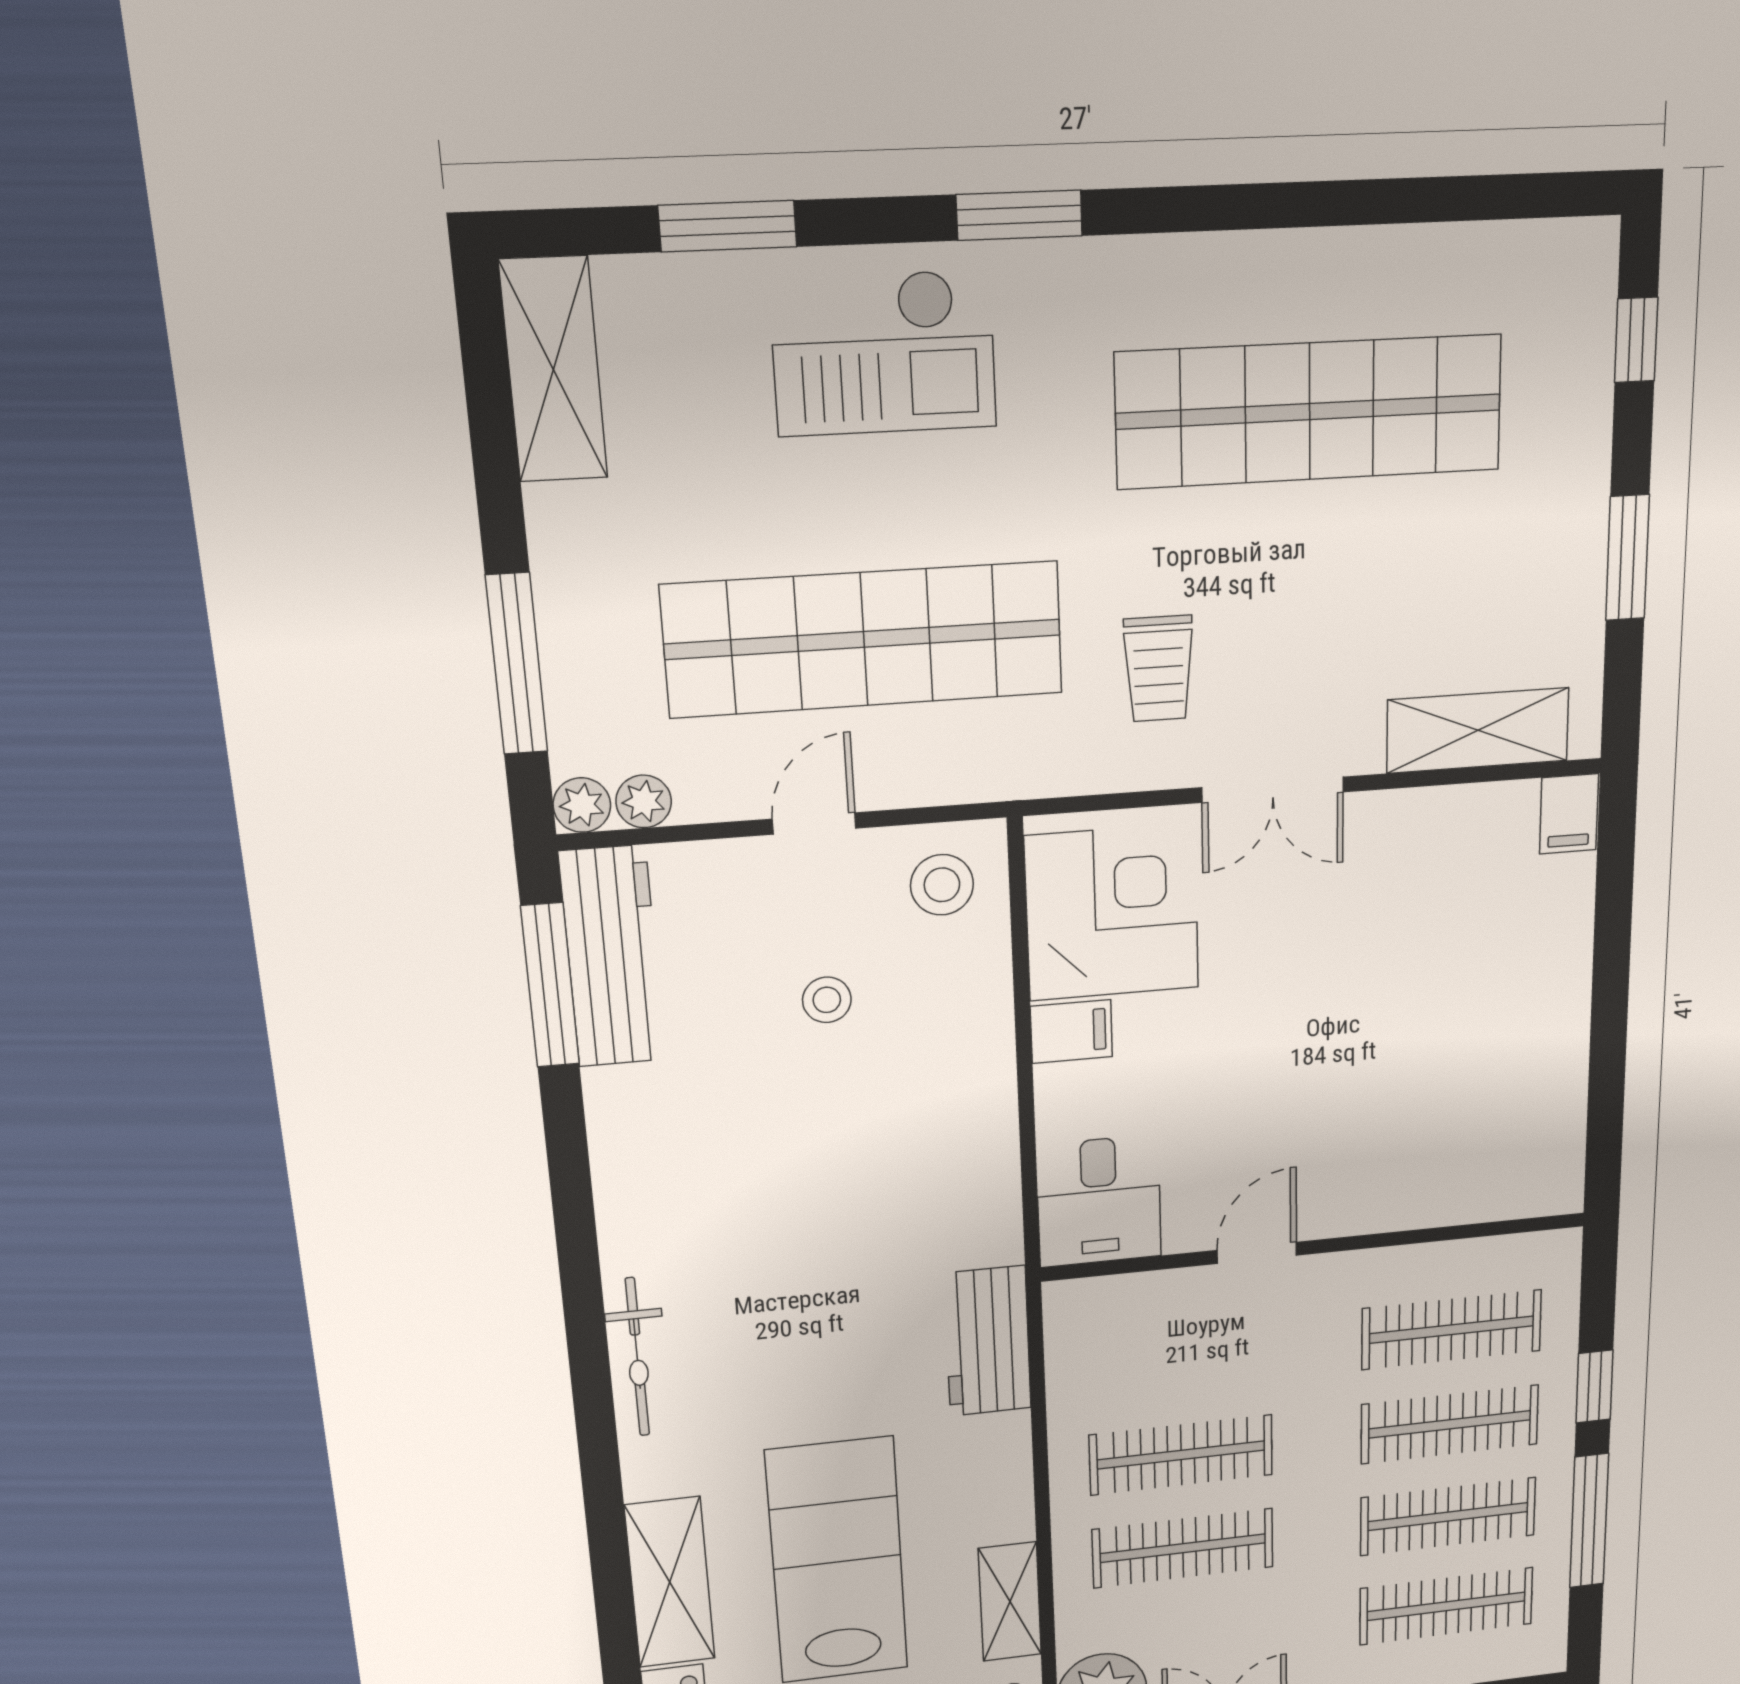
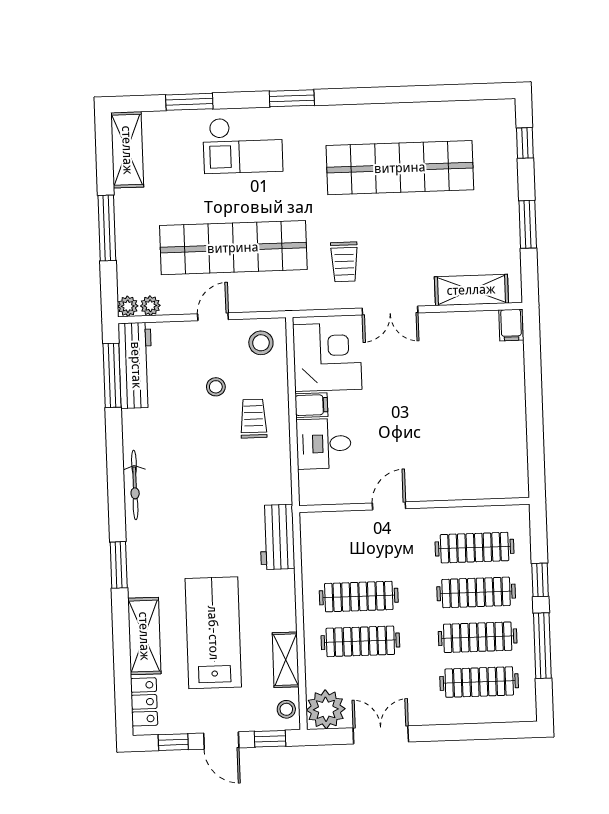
window: (517, 664) -> (107, 228), moved
trolley: (926, 1072) -> (253, 419), added
desk: (1099, 1201) -> (324, 444), moved, turned 90
bicycle: (637, 1357) -> (135, 485), moved
window: (597, 1433) -> (119, 565), added

